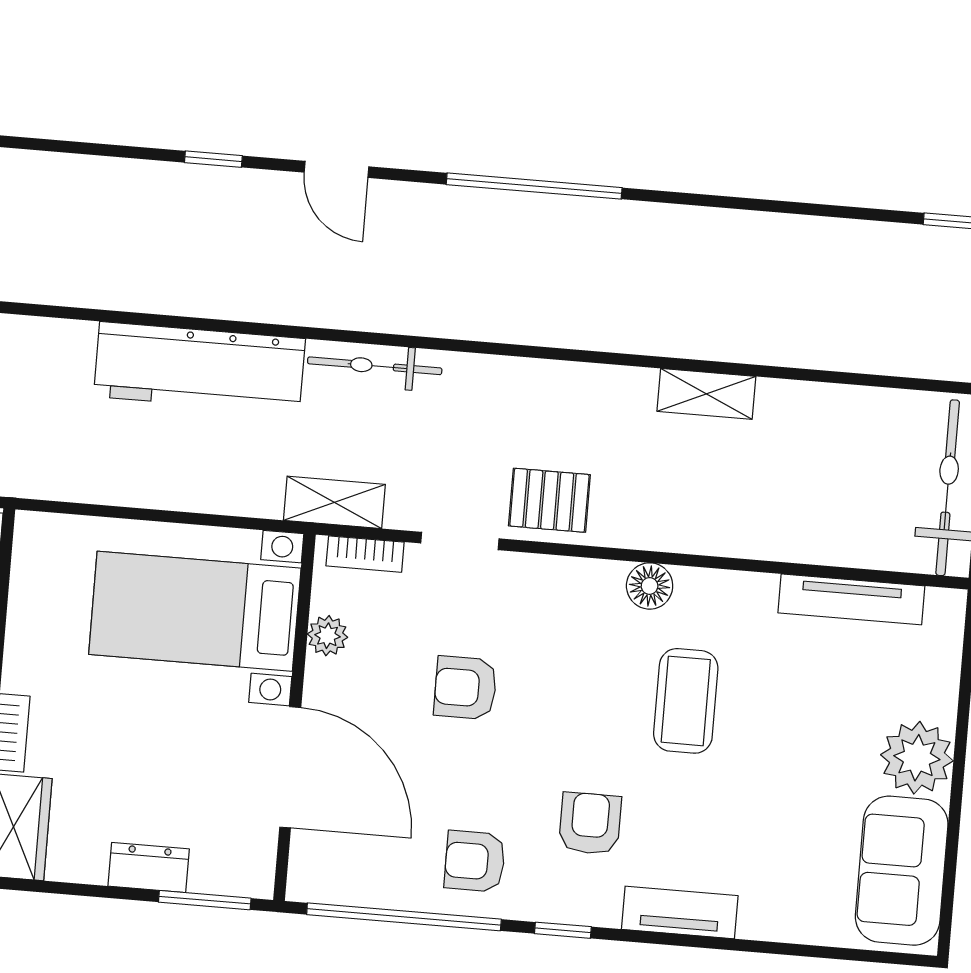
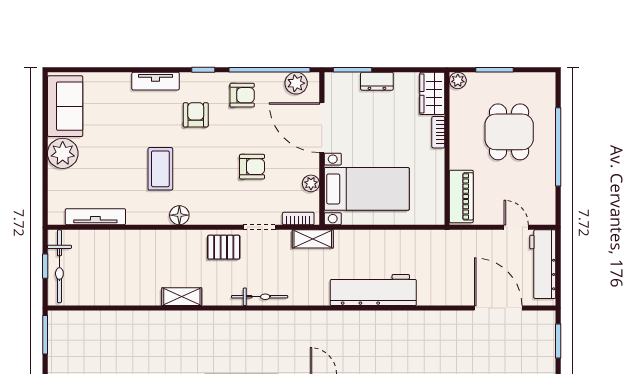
bicycle: (375, 366) -> (260, 297), moved
shelving: (706, 394) -> (182, 297), moved
armchair: (590, 824) -> (196, 115), turned 180
plant: (343, 879) -> (296, 83), added

